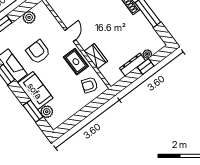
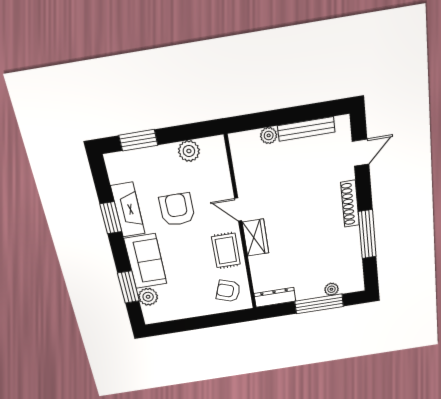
door: (70, 35) -> (238, 210), swing flipped
wardrobe: (96, 56) -> (255, 238), moved
dresser: (133, 64) -> (275, 297), moved
window: (146, 66) -> (319, 304), width x2.17

